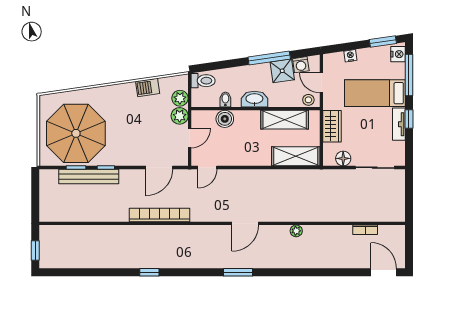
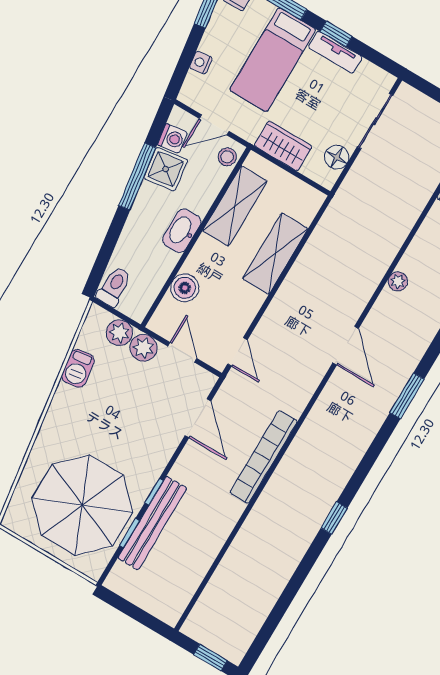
bidet: (225, 99) -> (158, 271), removed
shelving: (296, 156) -> (275, 254), moved

